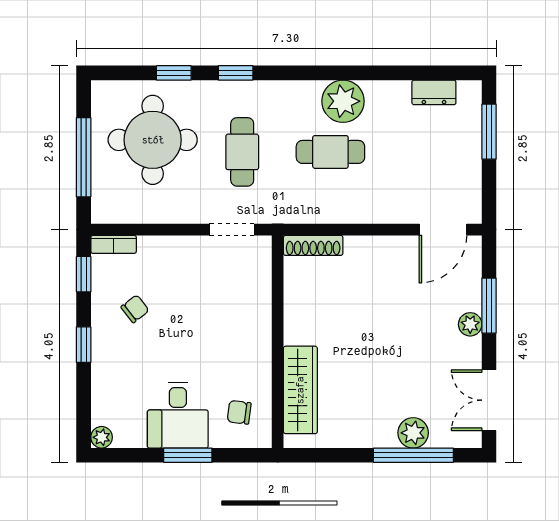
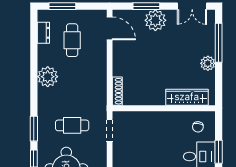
window: (236, 73) -> (34, 129), width x1.50
cafe table: (330, 152) -> (72, 40), moved
plant: (470, 324) -> (155, 20), width x1.88, depth x1.88
plant: (413, 433) -> (208, 63), moved

